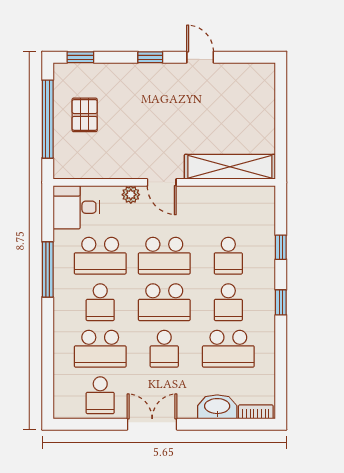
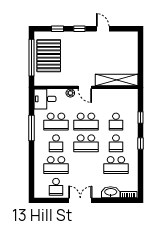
window: (80, 57) -> (57, 29), moved
pallet: (85, 115) -> (49, 56), width x2.05, depth x2.00
school desk: (164, 349) -> (86, 165), removed

